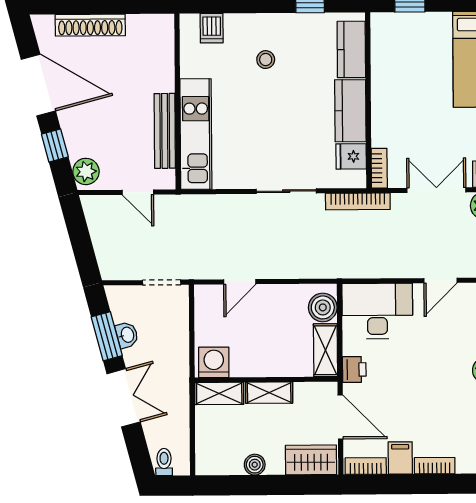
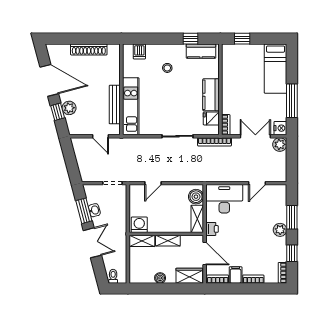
shoe rack: (90, 25) -> (89, 49), moved
kitchen counter: (351, 49) -> (201, 51), moved, turned -90
plant: (86, 171) -> (69, 108), moved

